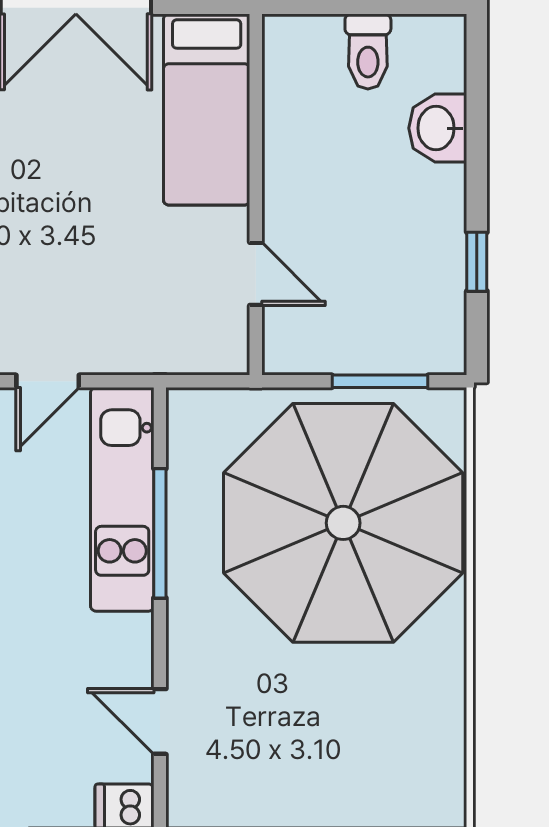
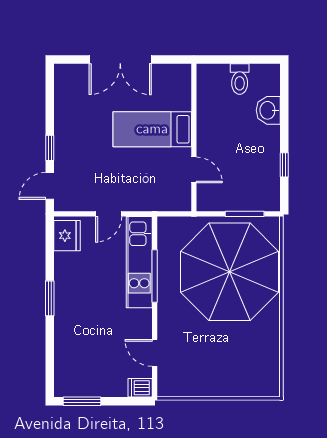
bed: (207, 110) -> (152, 129), moved, turned 90

